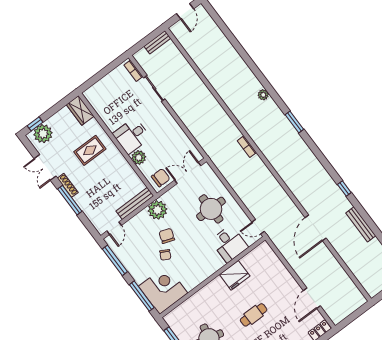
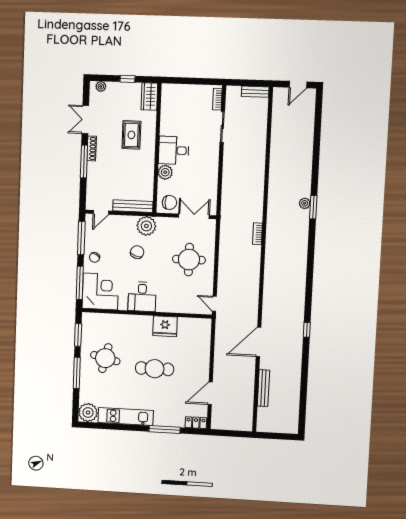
window: (294, 122) -> (313, 207), moved
window: (35, 124) -> (127, 79), moved
plant: (43, 134) -> (101, 86), width x0.53, depth x0.53
rug: (90, 150) -> (131, 135), turned 90
bench: (361, 224) -> (263, 388), moved
desk: (229, 244) -> (142, 297), moved
chair: (165, 255) -> (95, 257), moved
cafe table: (254, 315) -> (155, 369), width x1.37, depth x1.35

